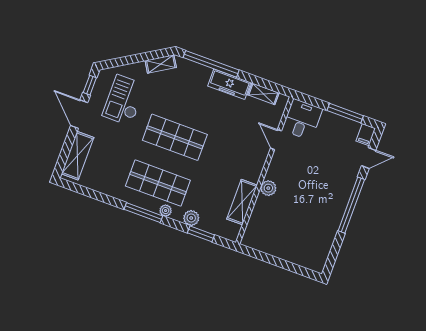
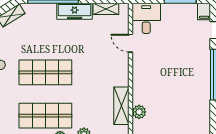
plant: (268, 188) -> (139, 112), moved

